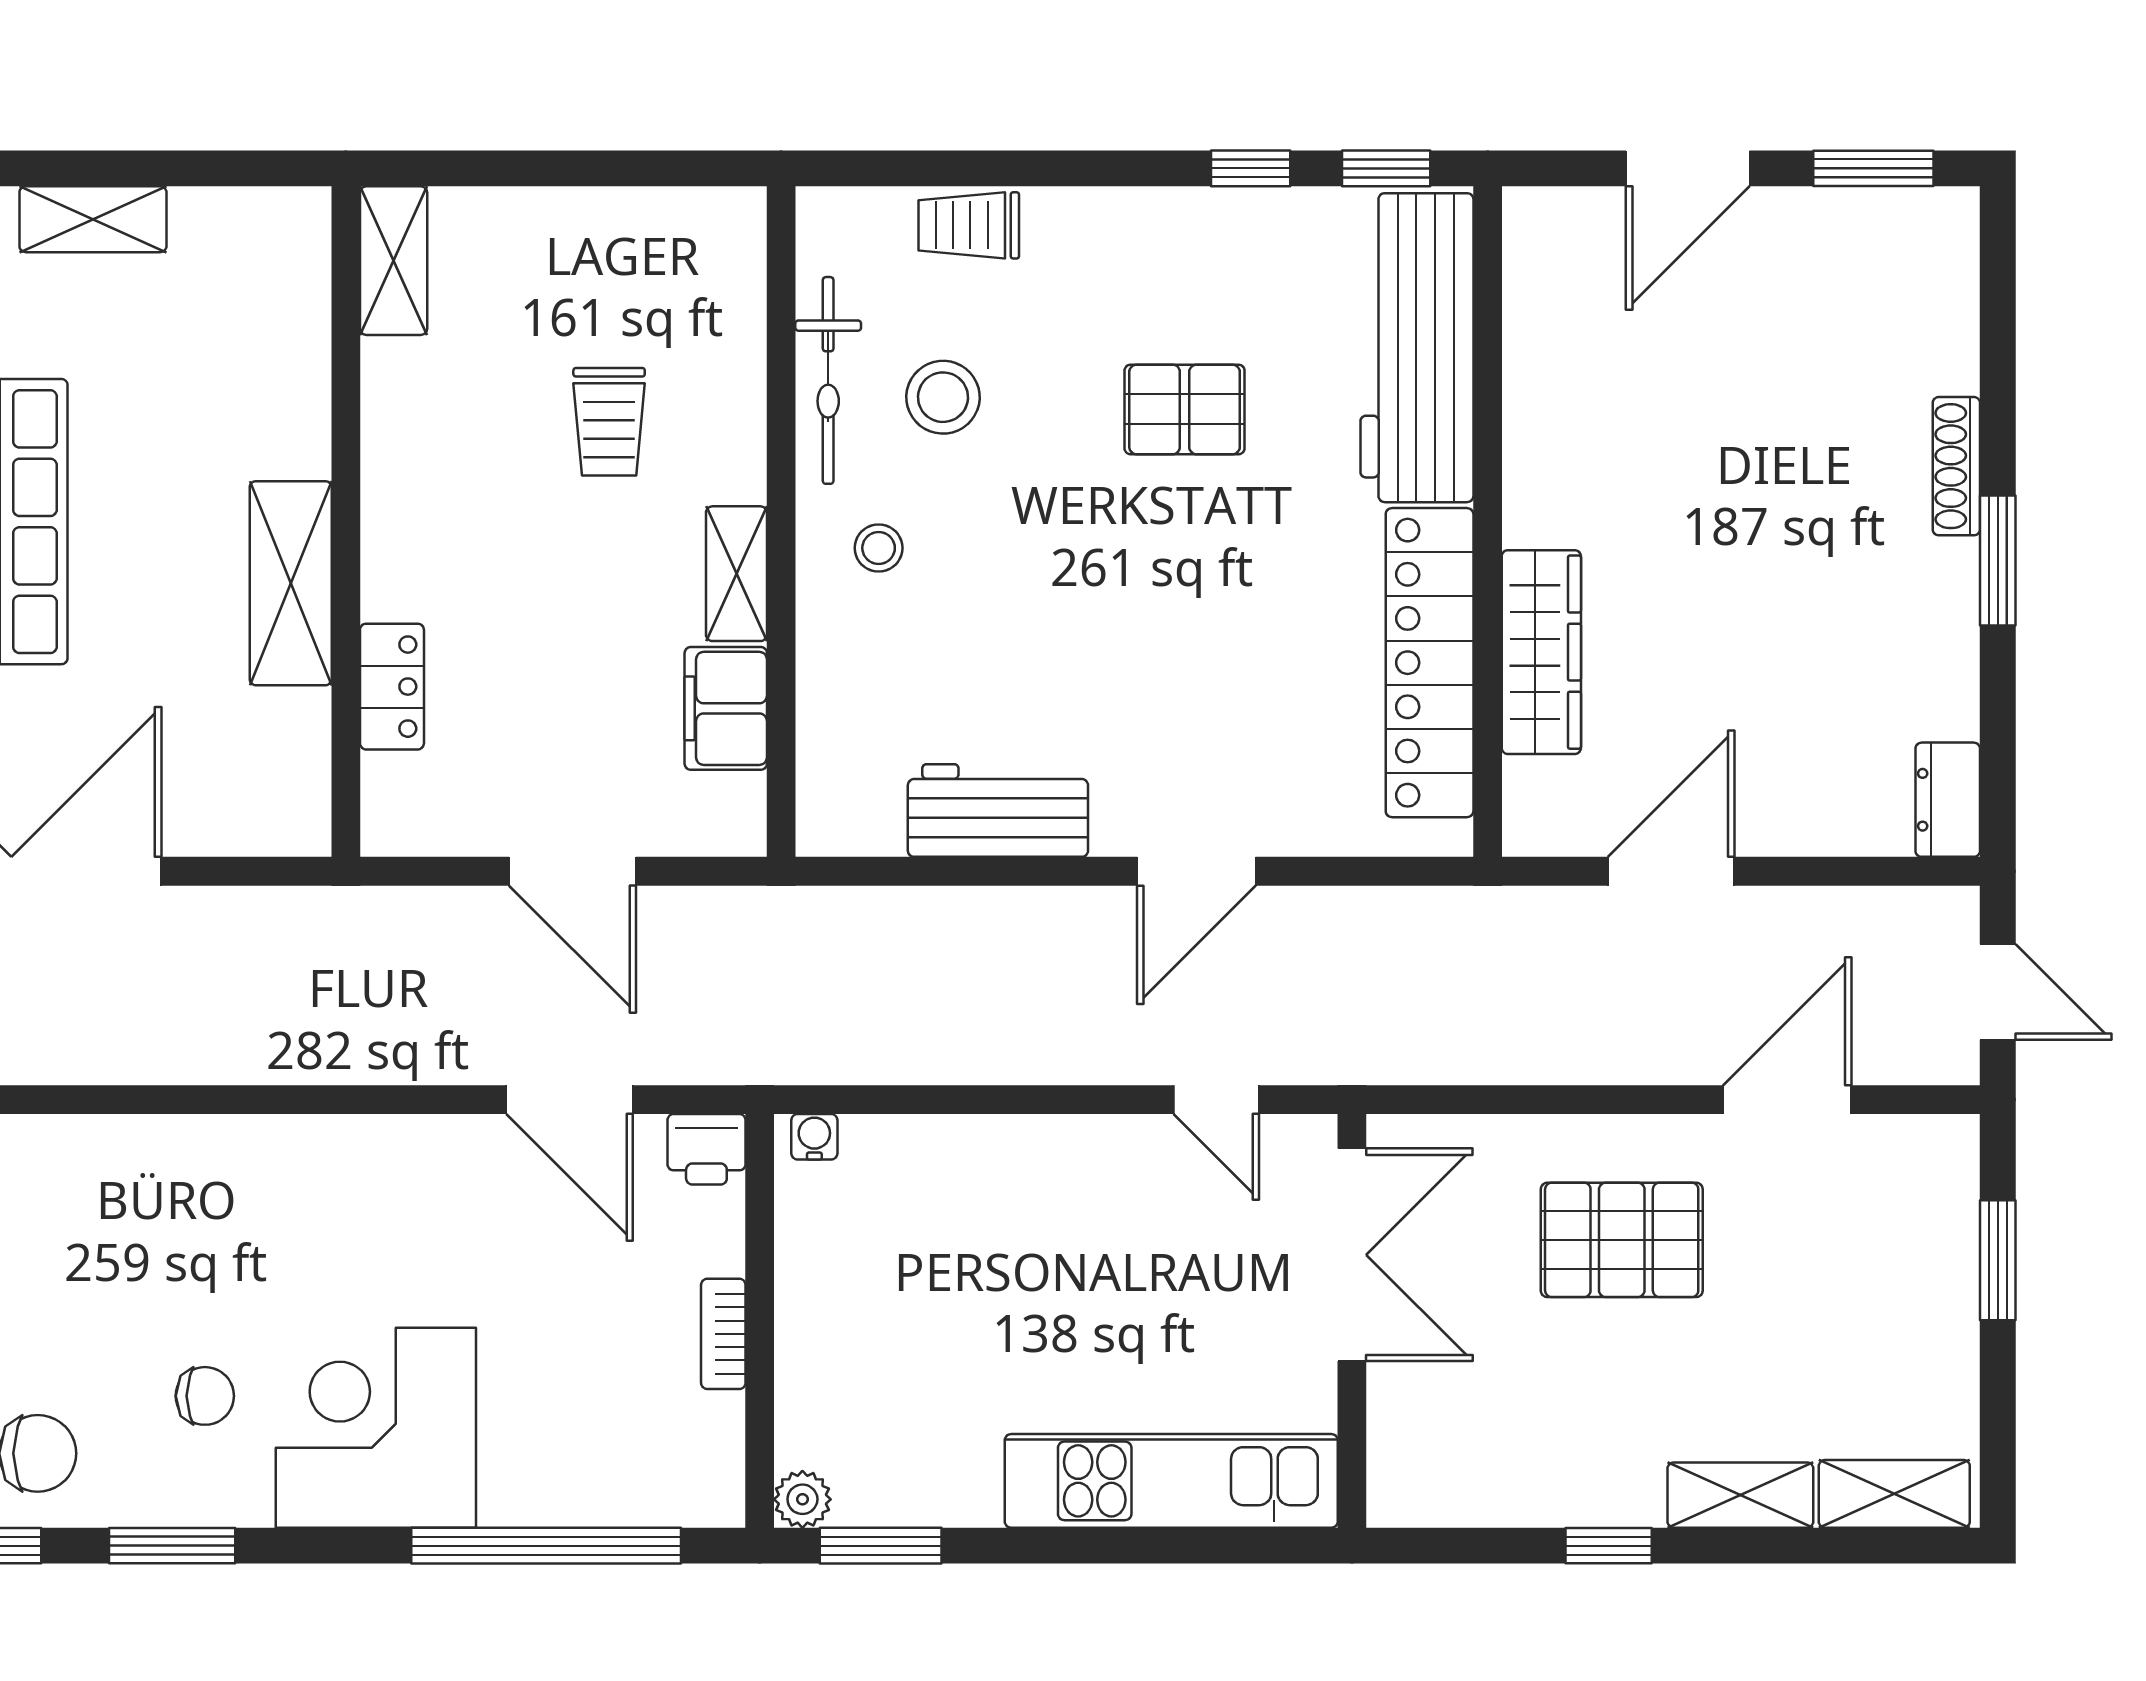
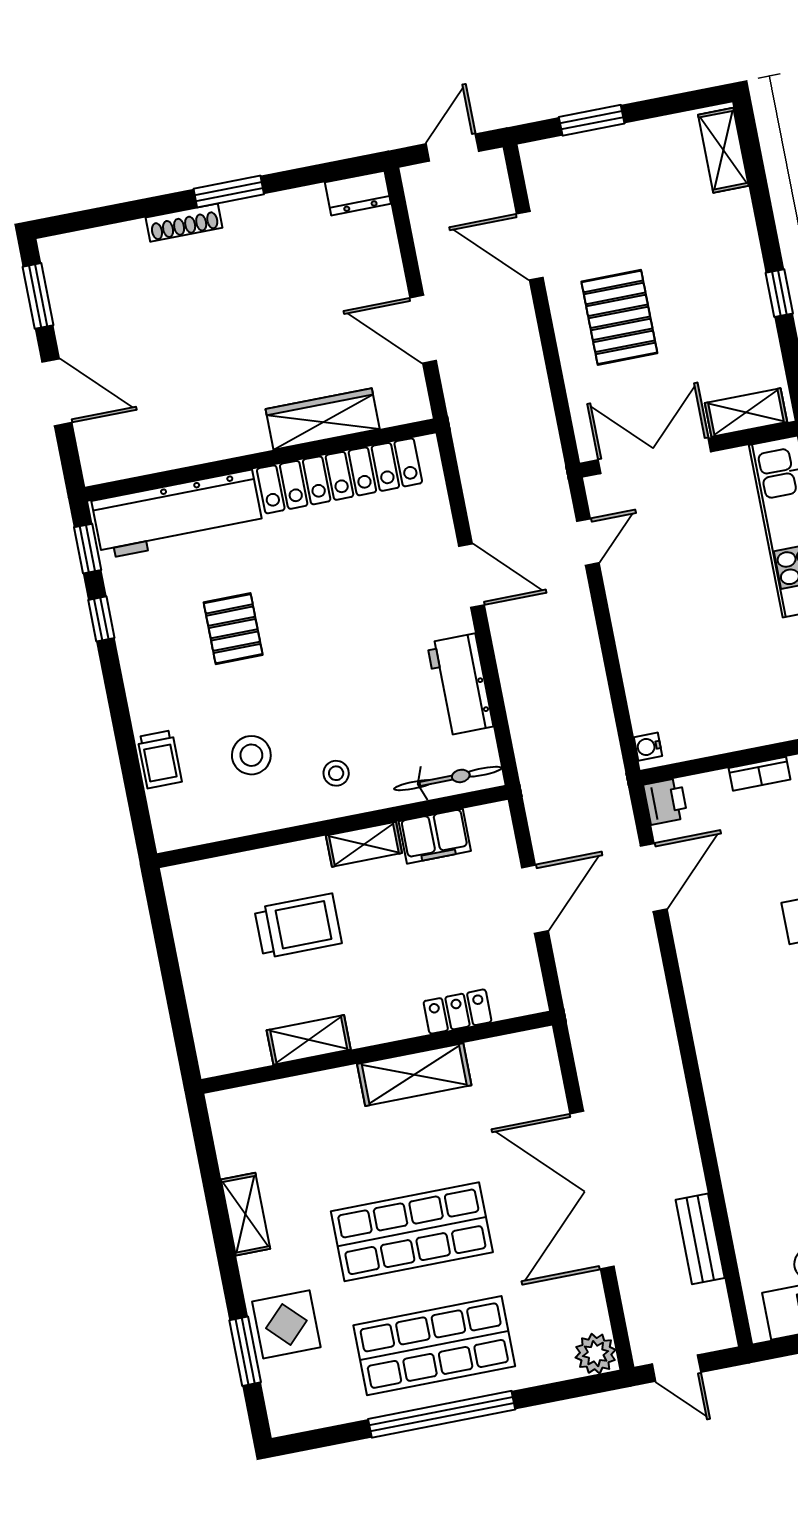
shelving: (394, 261) -> (309, 1040), moved
bicycle: (828, 380) -> (448, 778), moved
trolley: (609, 422) -> (298, 926), width x1.36, depth x1.39
shelving: (1740, 1495) -> (746, 413), moved, turned 90

